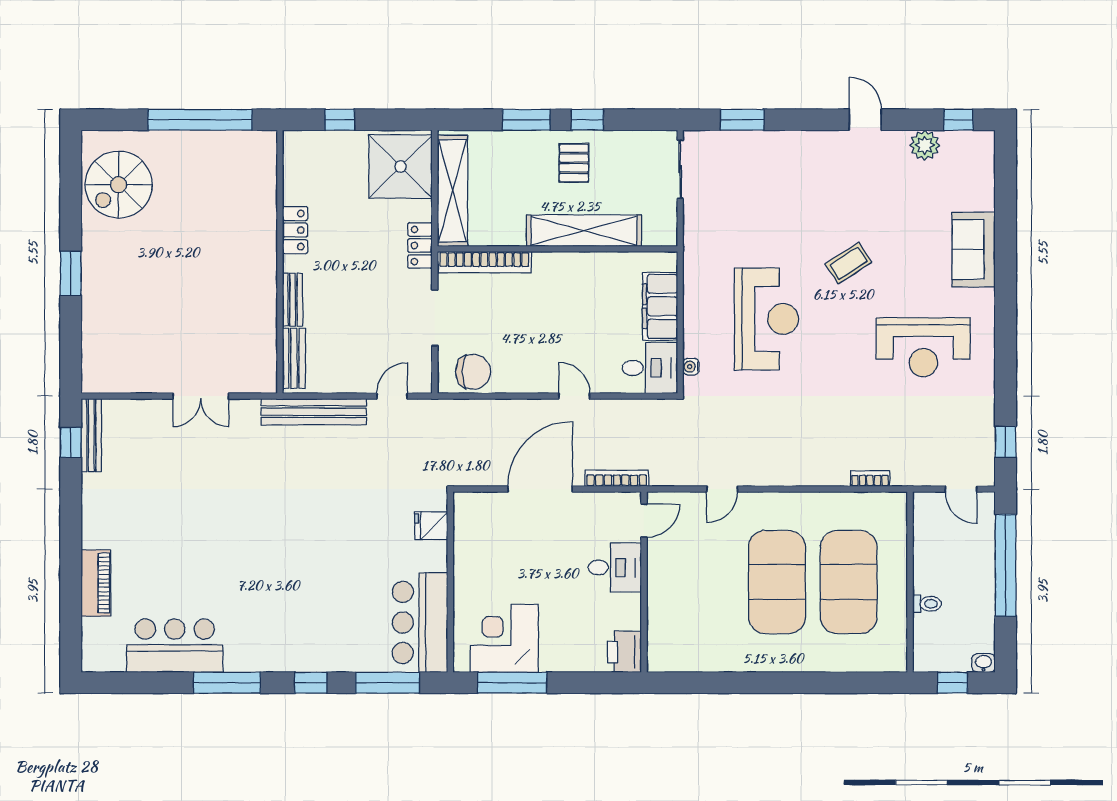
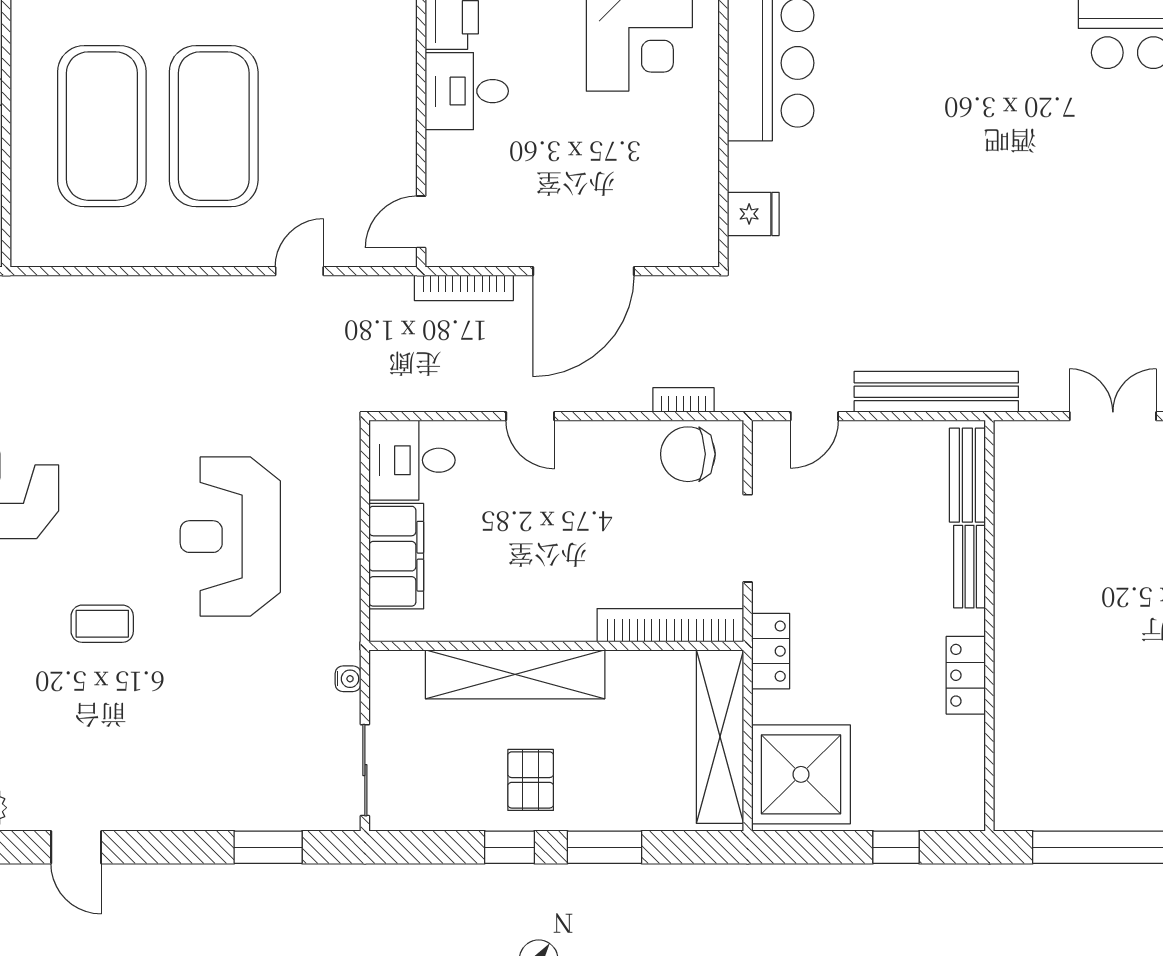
coffee table: (848, 263) -> (102, 624), turned 33
water cooler: (691, 367) -> (348, 679), moved
bookcase: (870, 479) -> (683, 400), moved, turned 180
desk: (615, 567) -> (467, 91), moved

